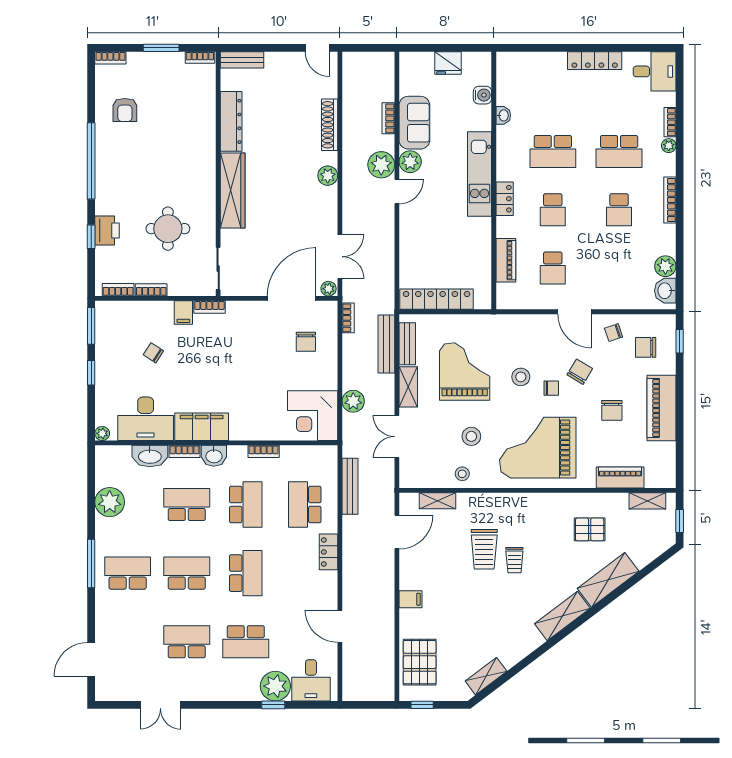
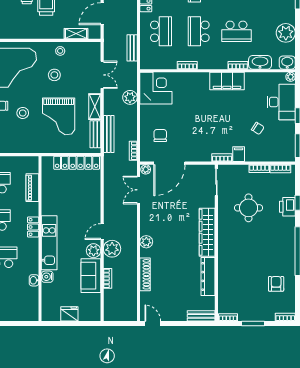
water cooler: (482, 95) -> (47, 277), moved
desk: (146, 419) -> (281, 102), moved, turned 90
washbasin: (214, 456) -> (287, 63), moved
bench: (350, 486) -> (132, 48), width x0.73

